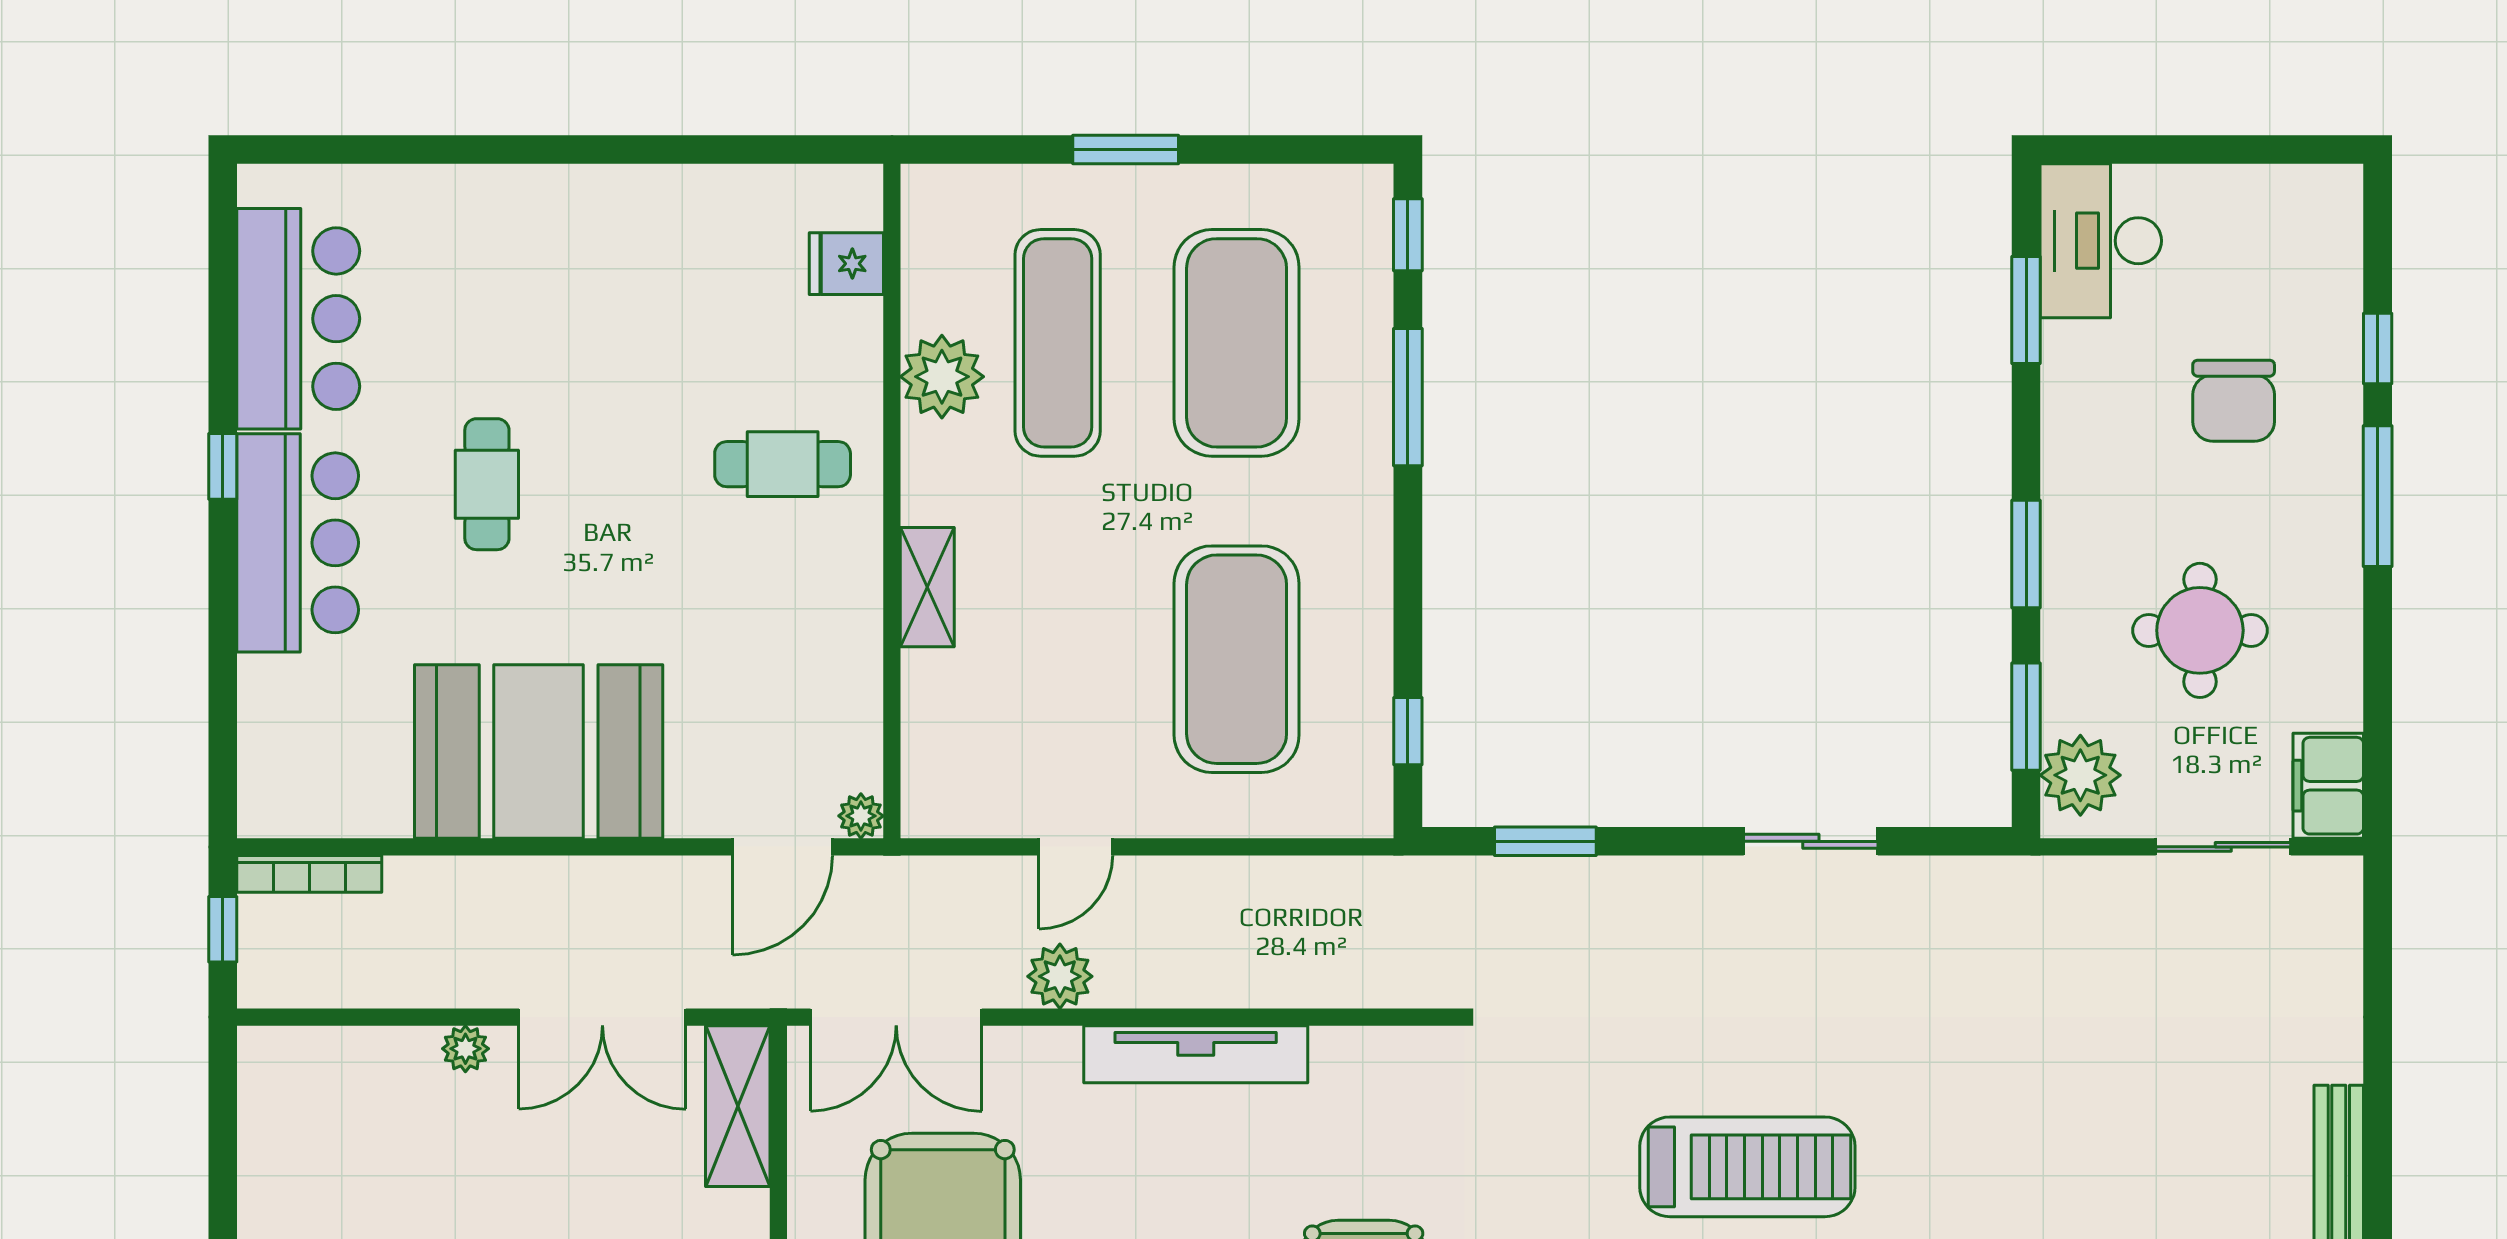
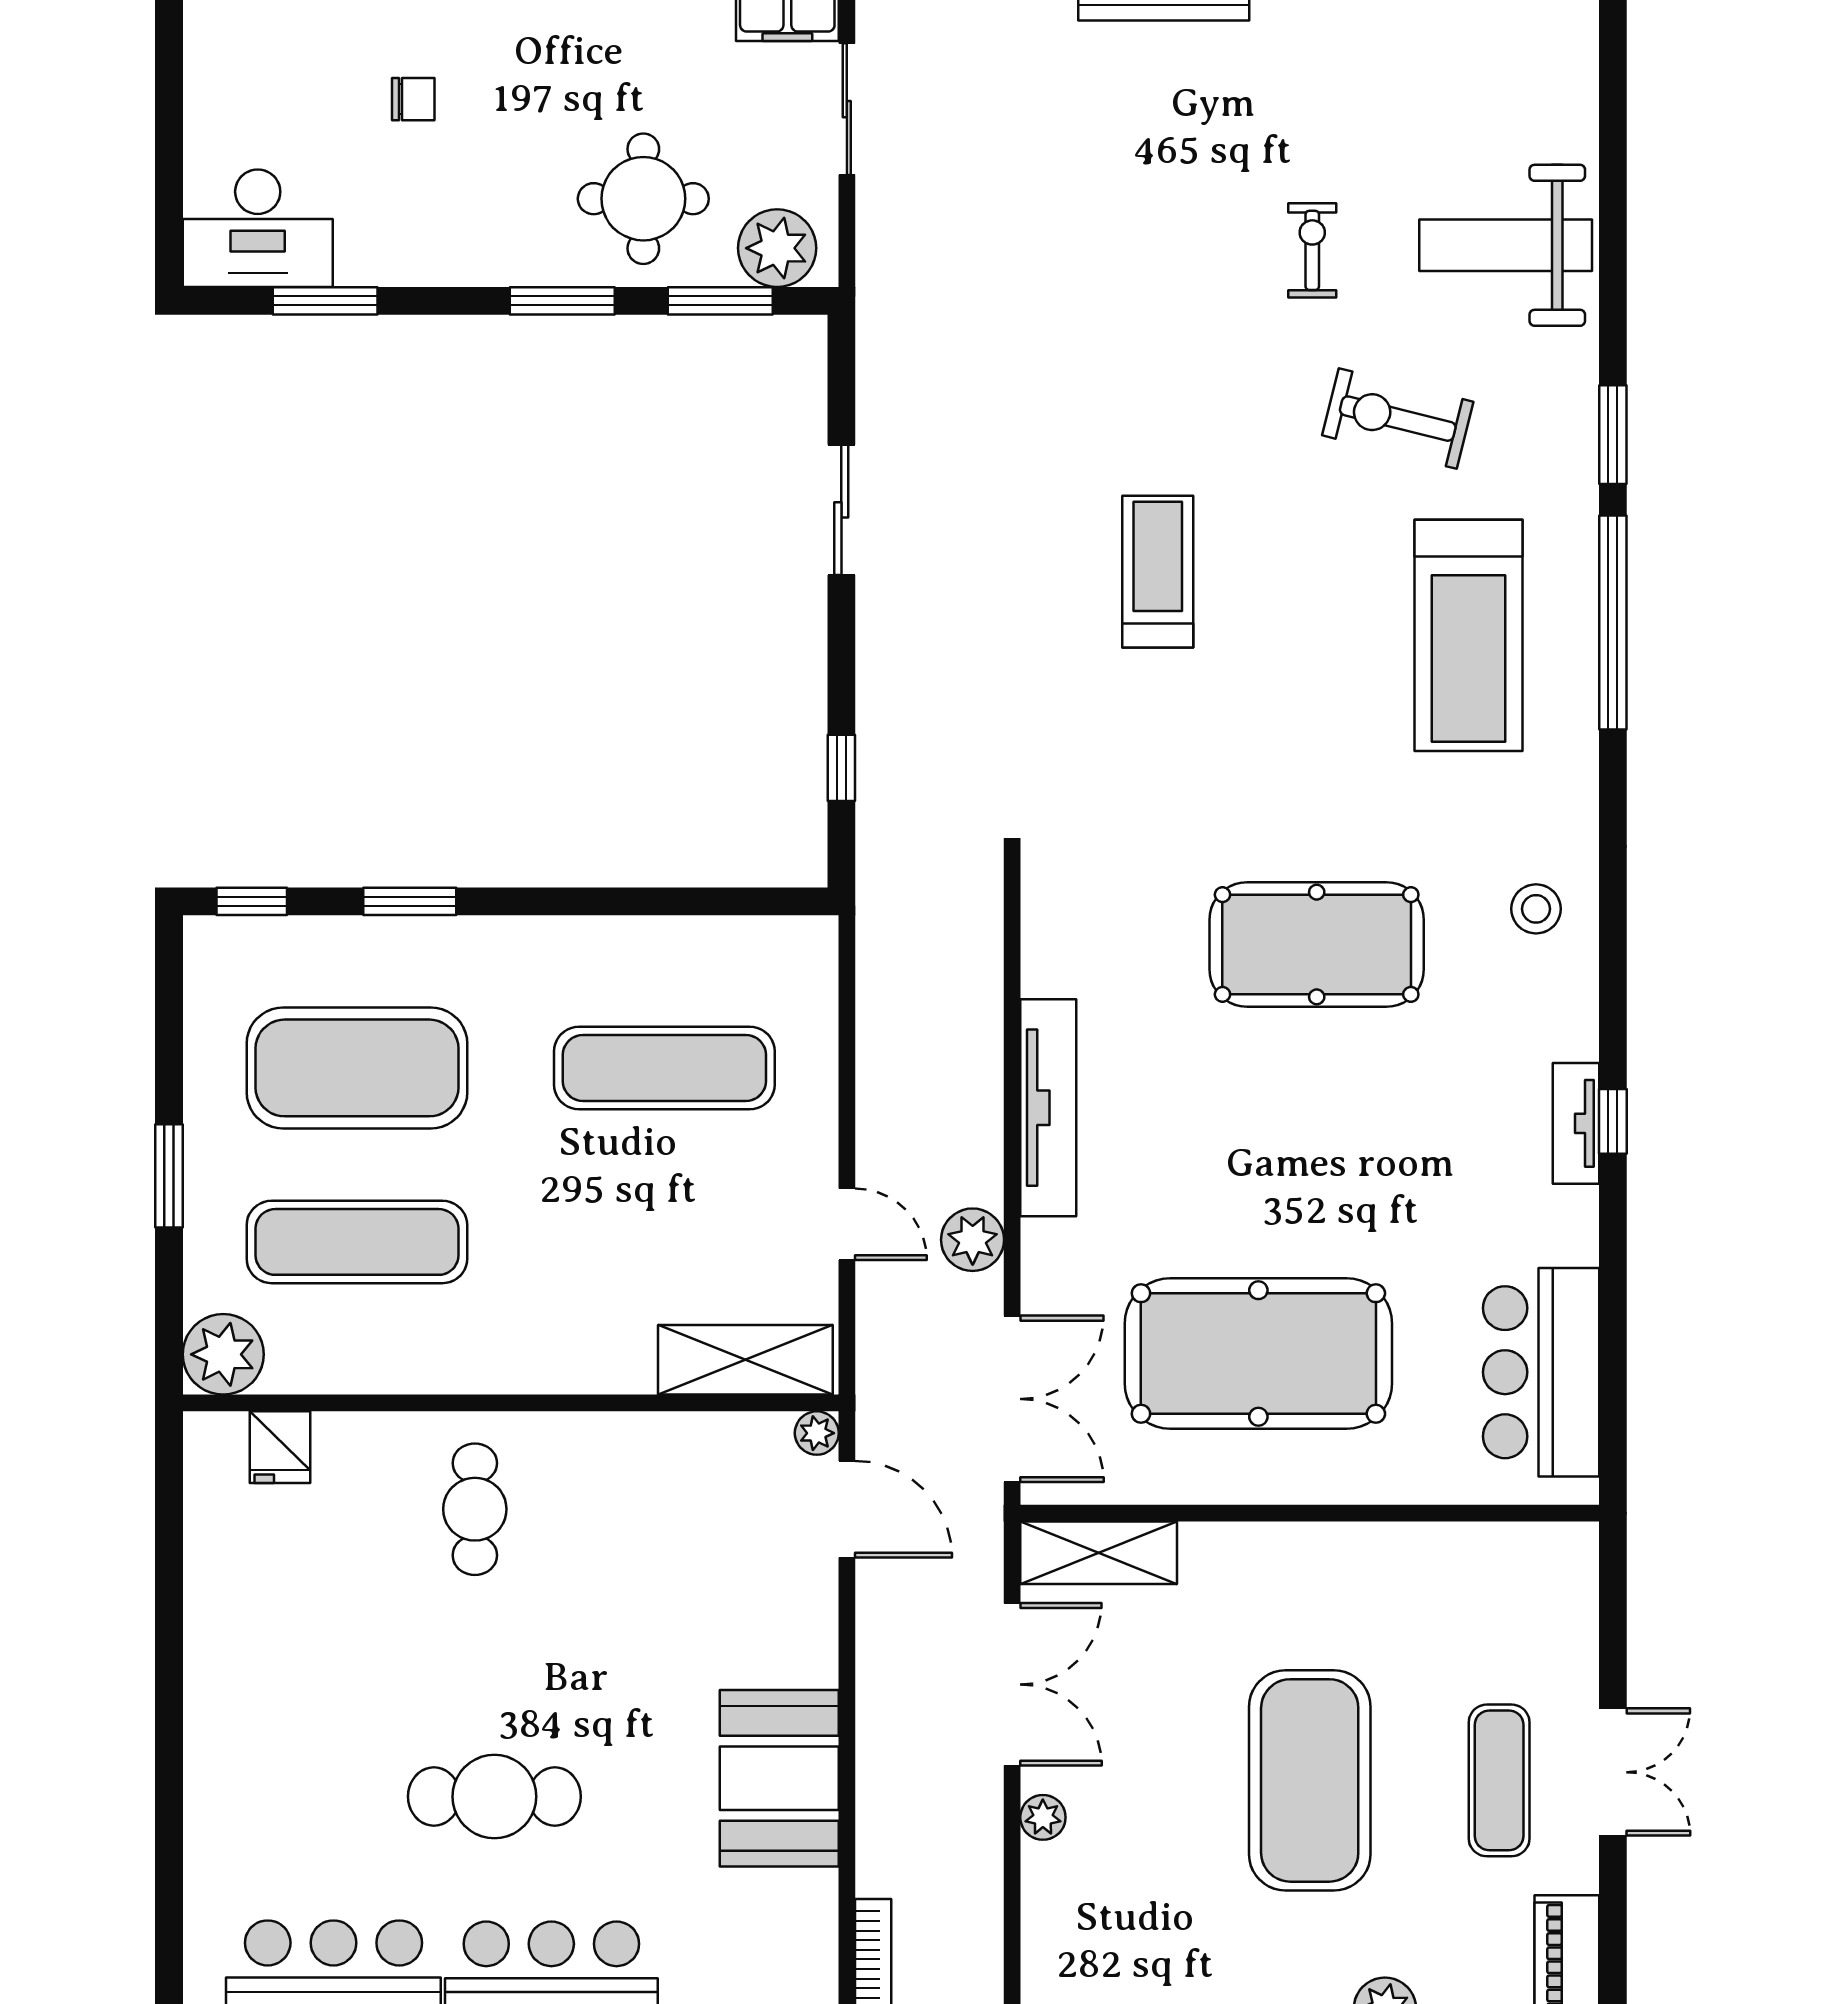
plant: (942, 377) -> (223, 1354), moved
window: (1408, 397) -> (410, 901), width x0.69
chair: (2234, 401) -> (413, 99), width x0.54, depth x0.54
cafe table: (487, 484) -> (494, 1797), width x1.37, depth x1.35
shelving: (927, 587) -> (745, 1360), moved, width x1.50, depth x1.33
round table: (2200, 630) -> (643, 199), moved
exercise mat: (1237, 659) -> (664, 1068), width x0.68
window: (1408, 731) -> (734, 901), removed
booth: (539, 751) -> (779, 1778), width x0.73, depth x0.70
window: (1545, 841) -> (841, 768), width x0.67
treadmill: (1747, 1167) -> (1158, 572), width x0.73, depth x0.73

